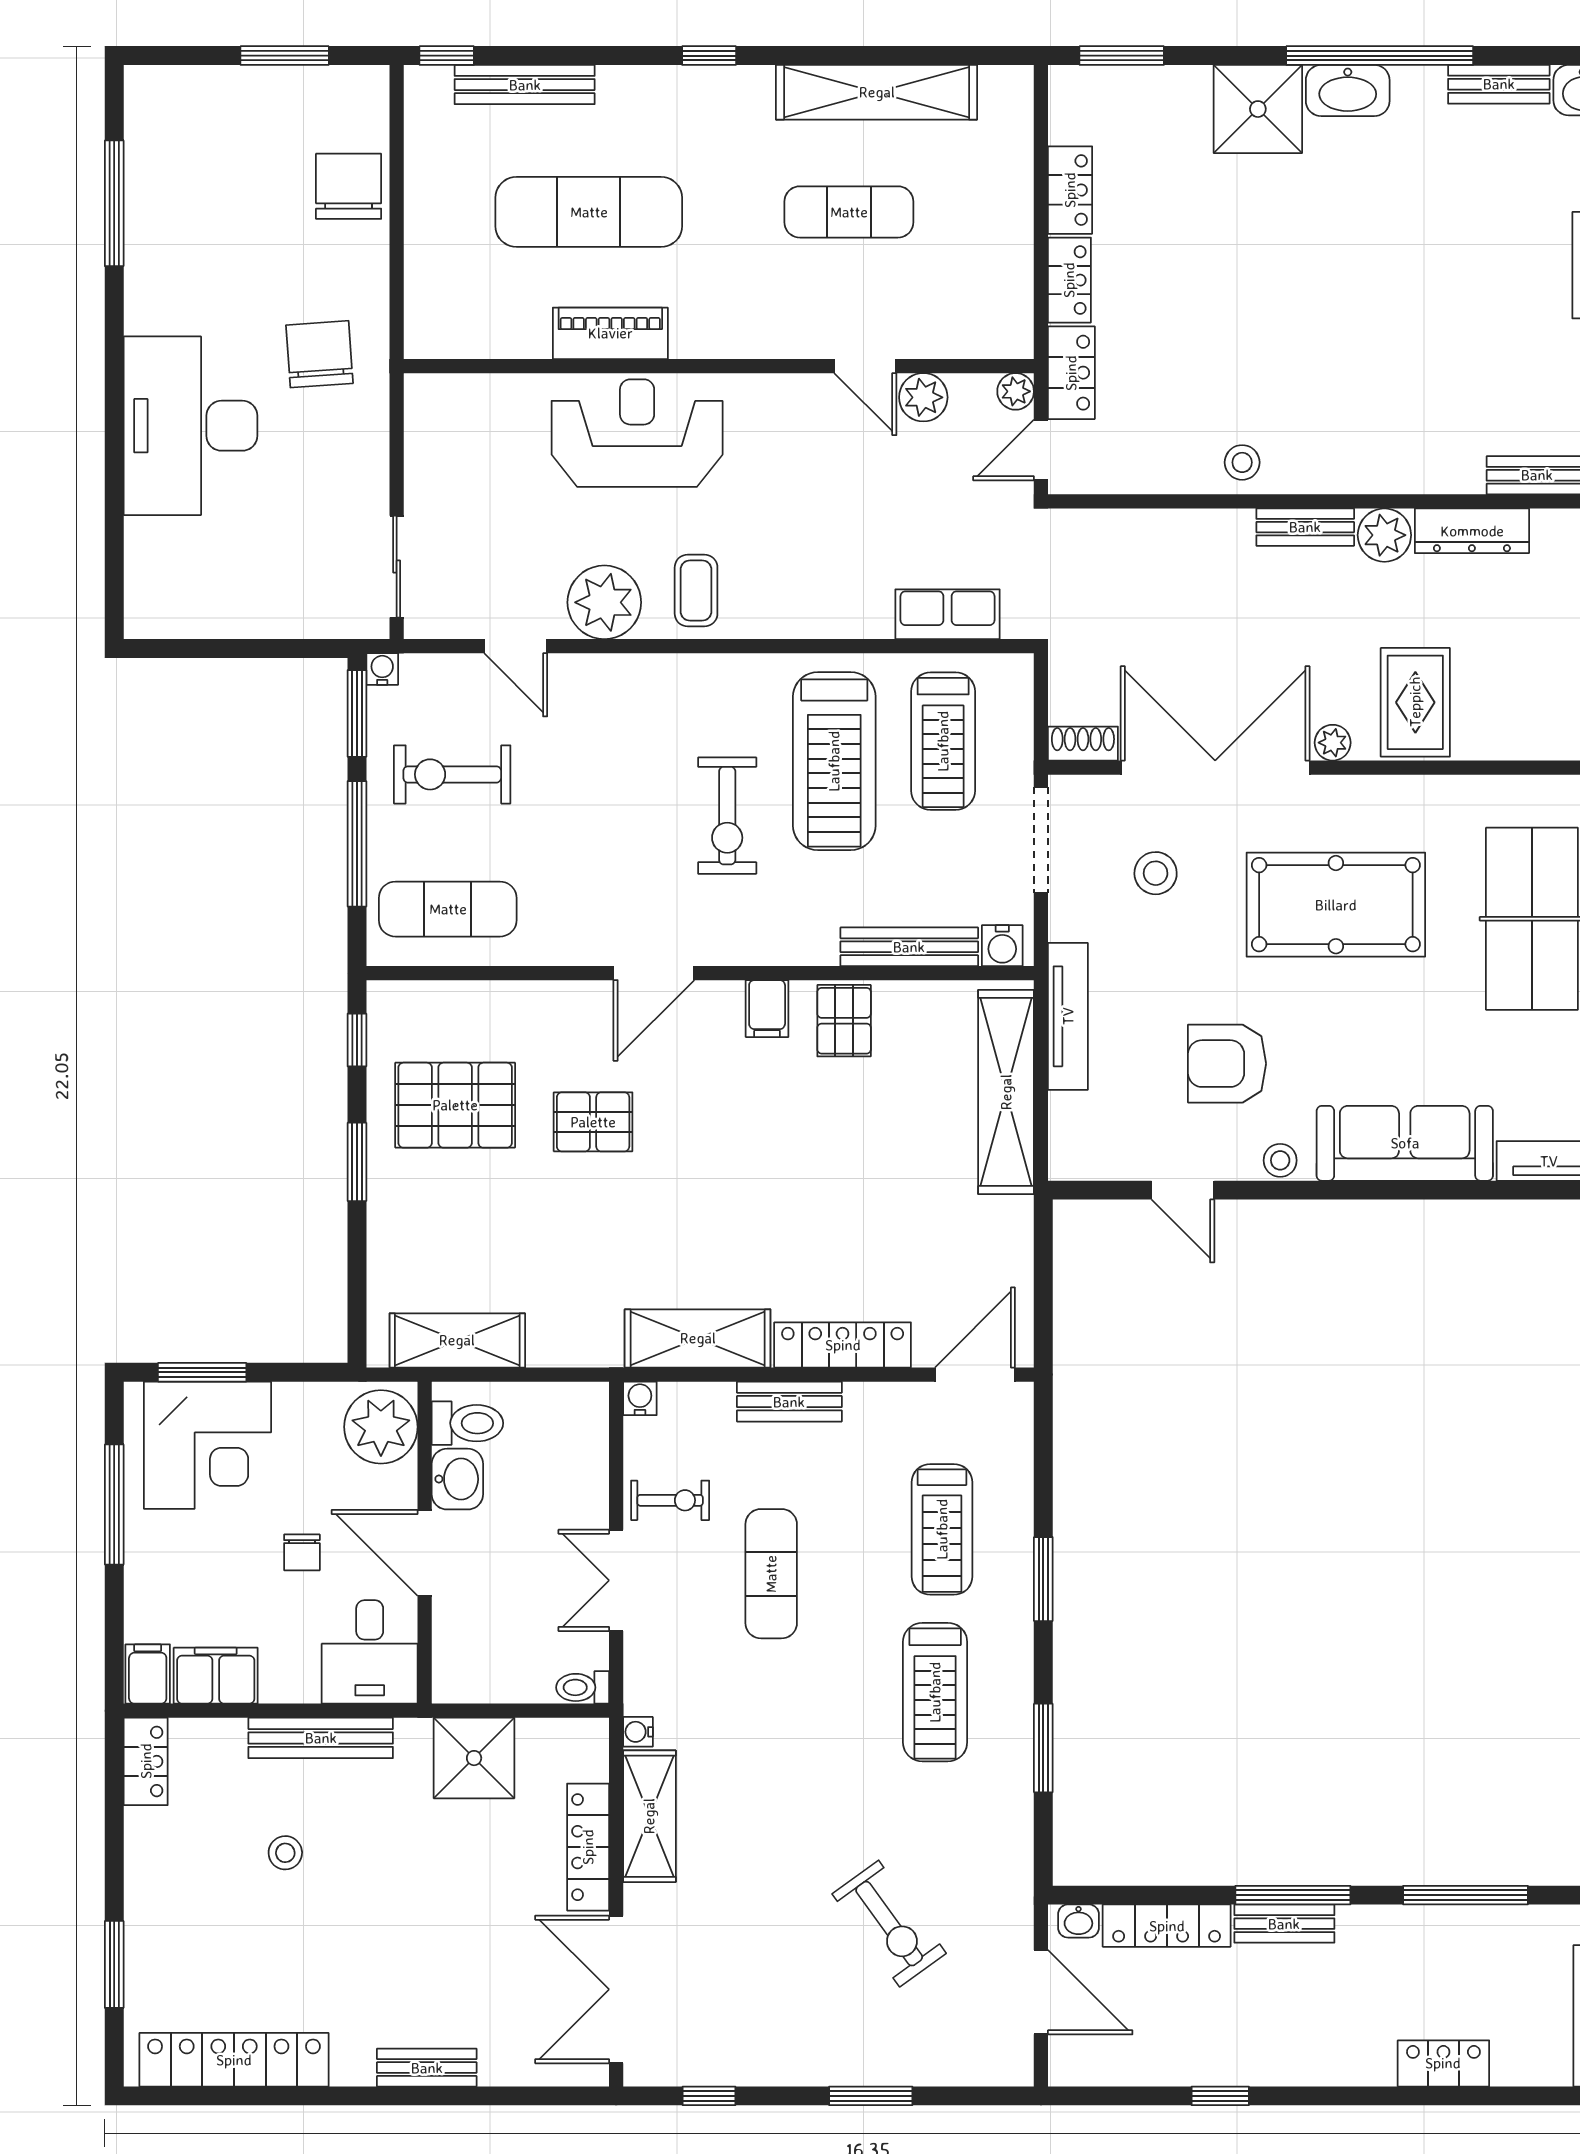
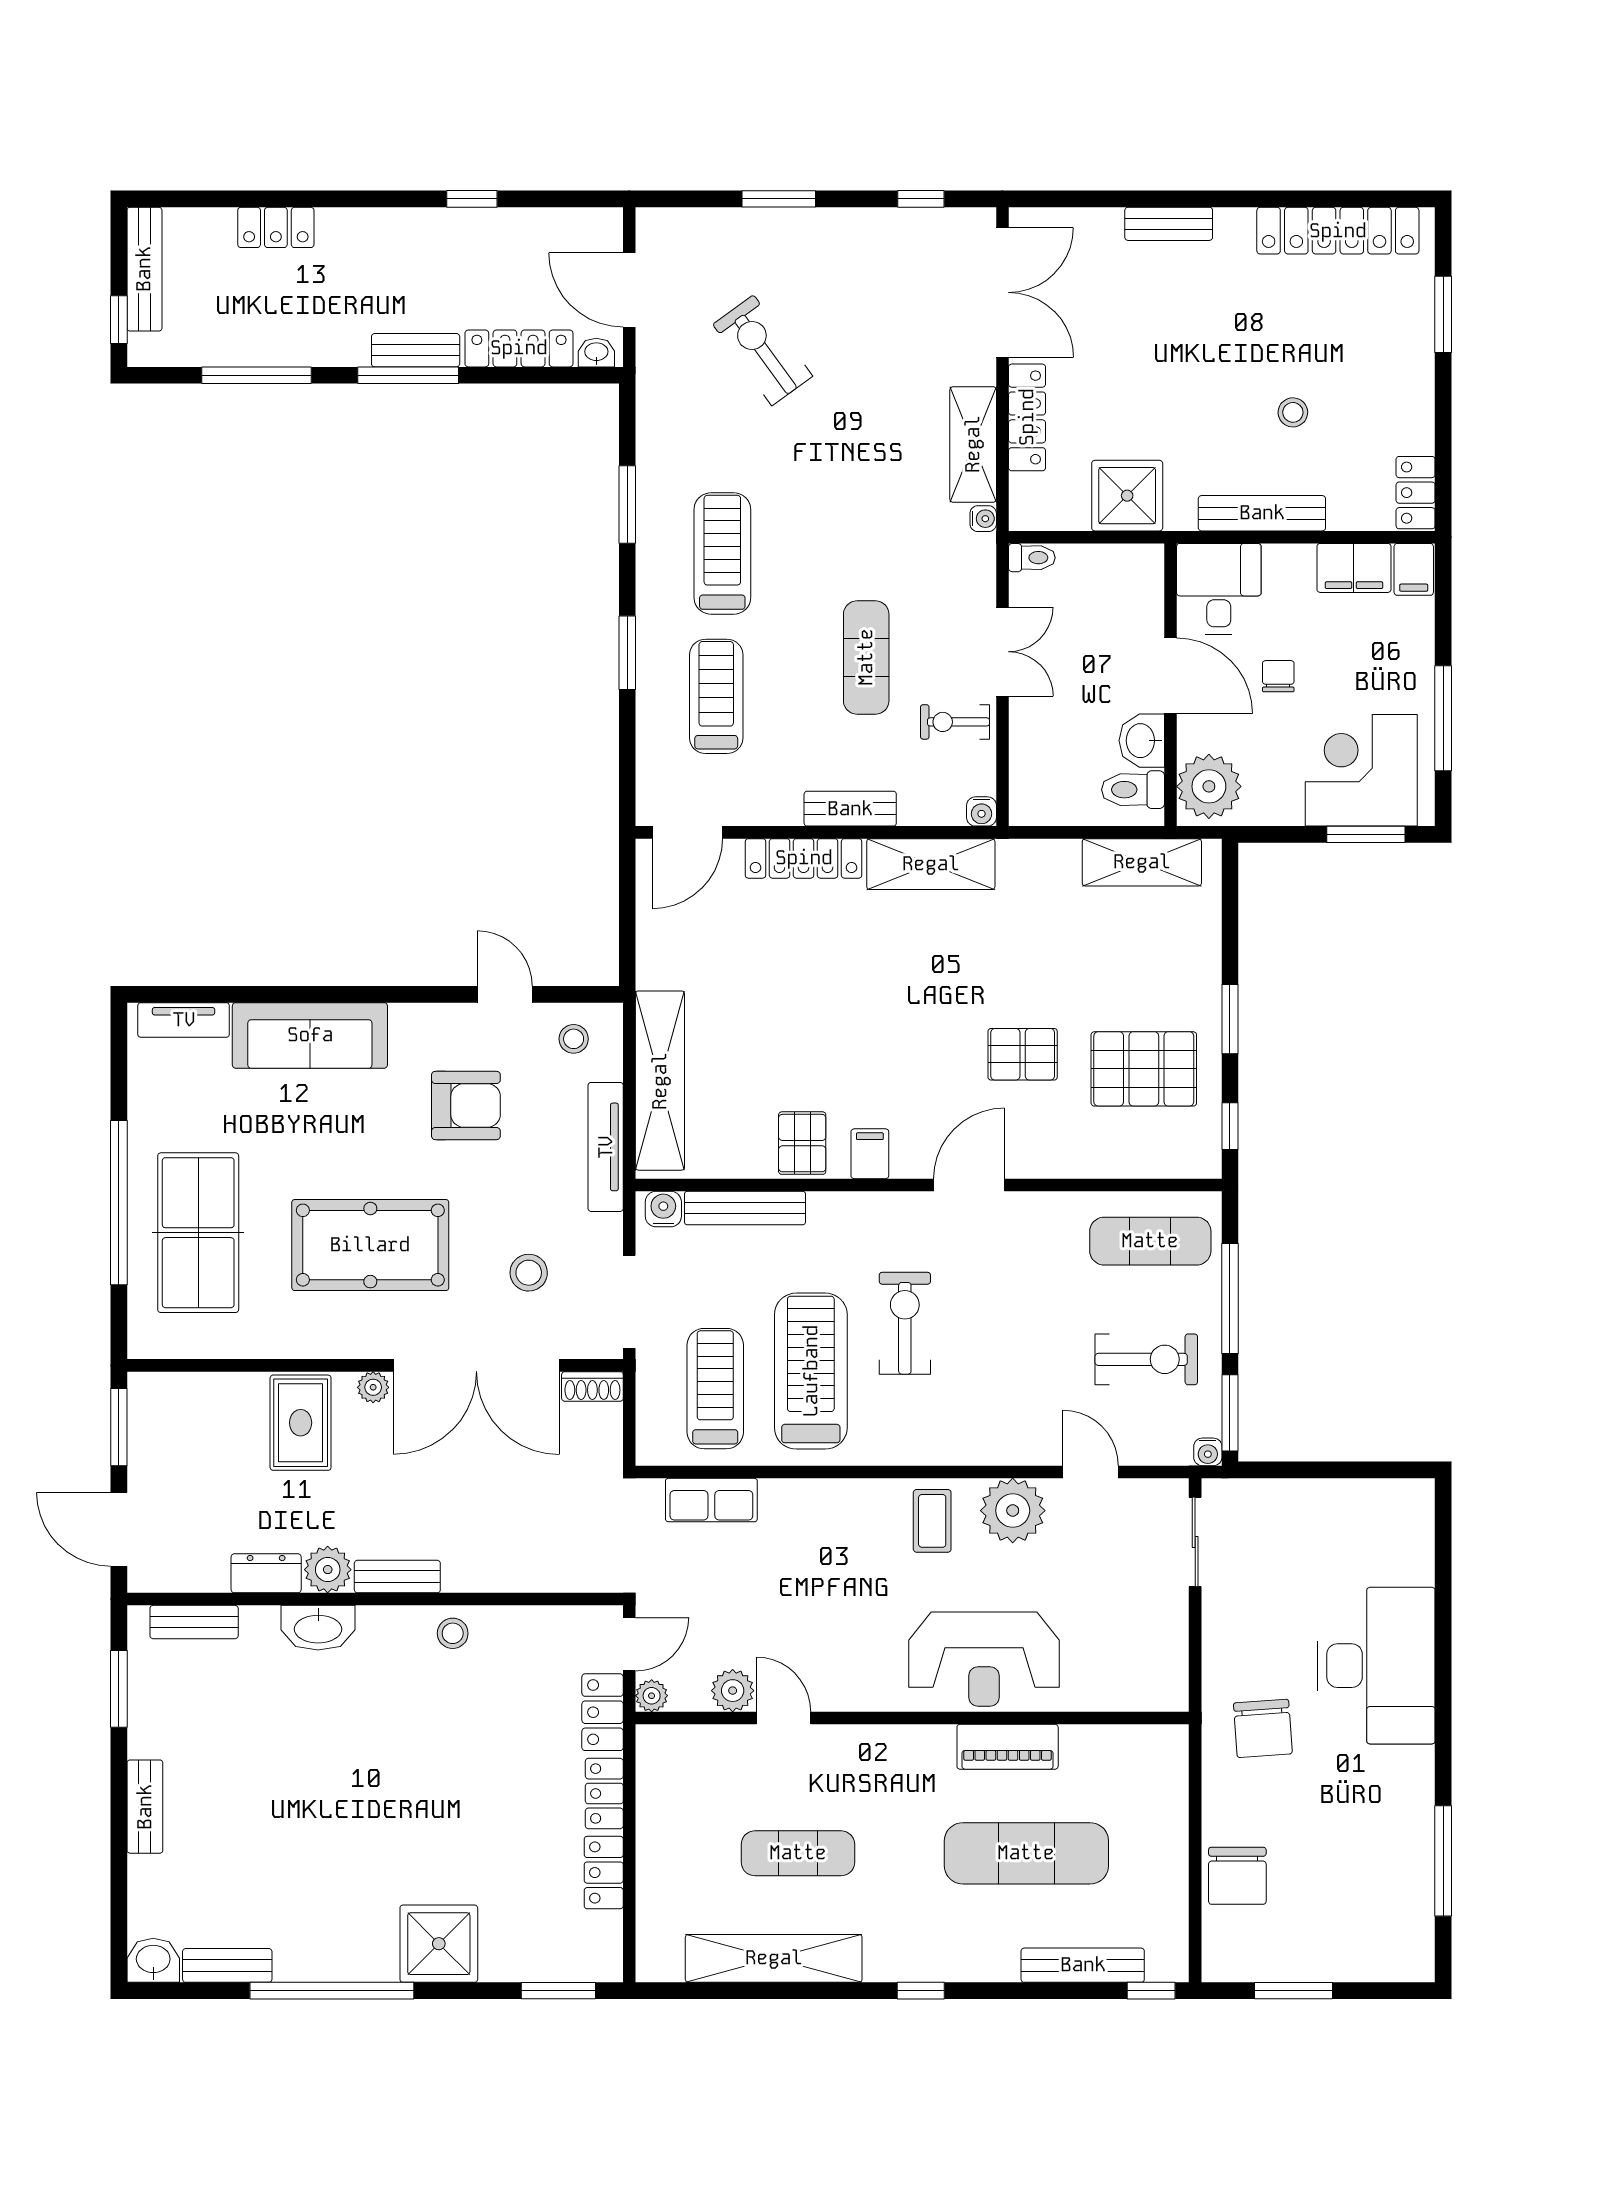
washbasin: (1348, 91) -> (318, 1628), moved, turned 180
dresser: (1472, 531) -> (266, 1573), width x0.70
stool: (1280, 1160) -> (574, 1039), moved

